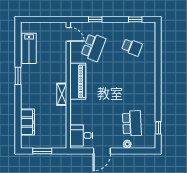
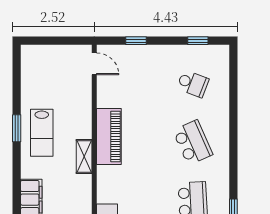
school desk: (93, 47) -> (193, 143), moved, turned -45
lab bench: (29, 48) -> (42, 133), moved

